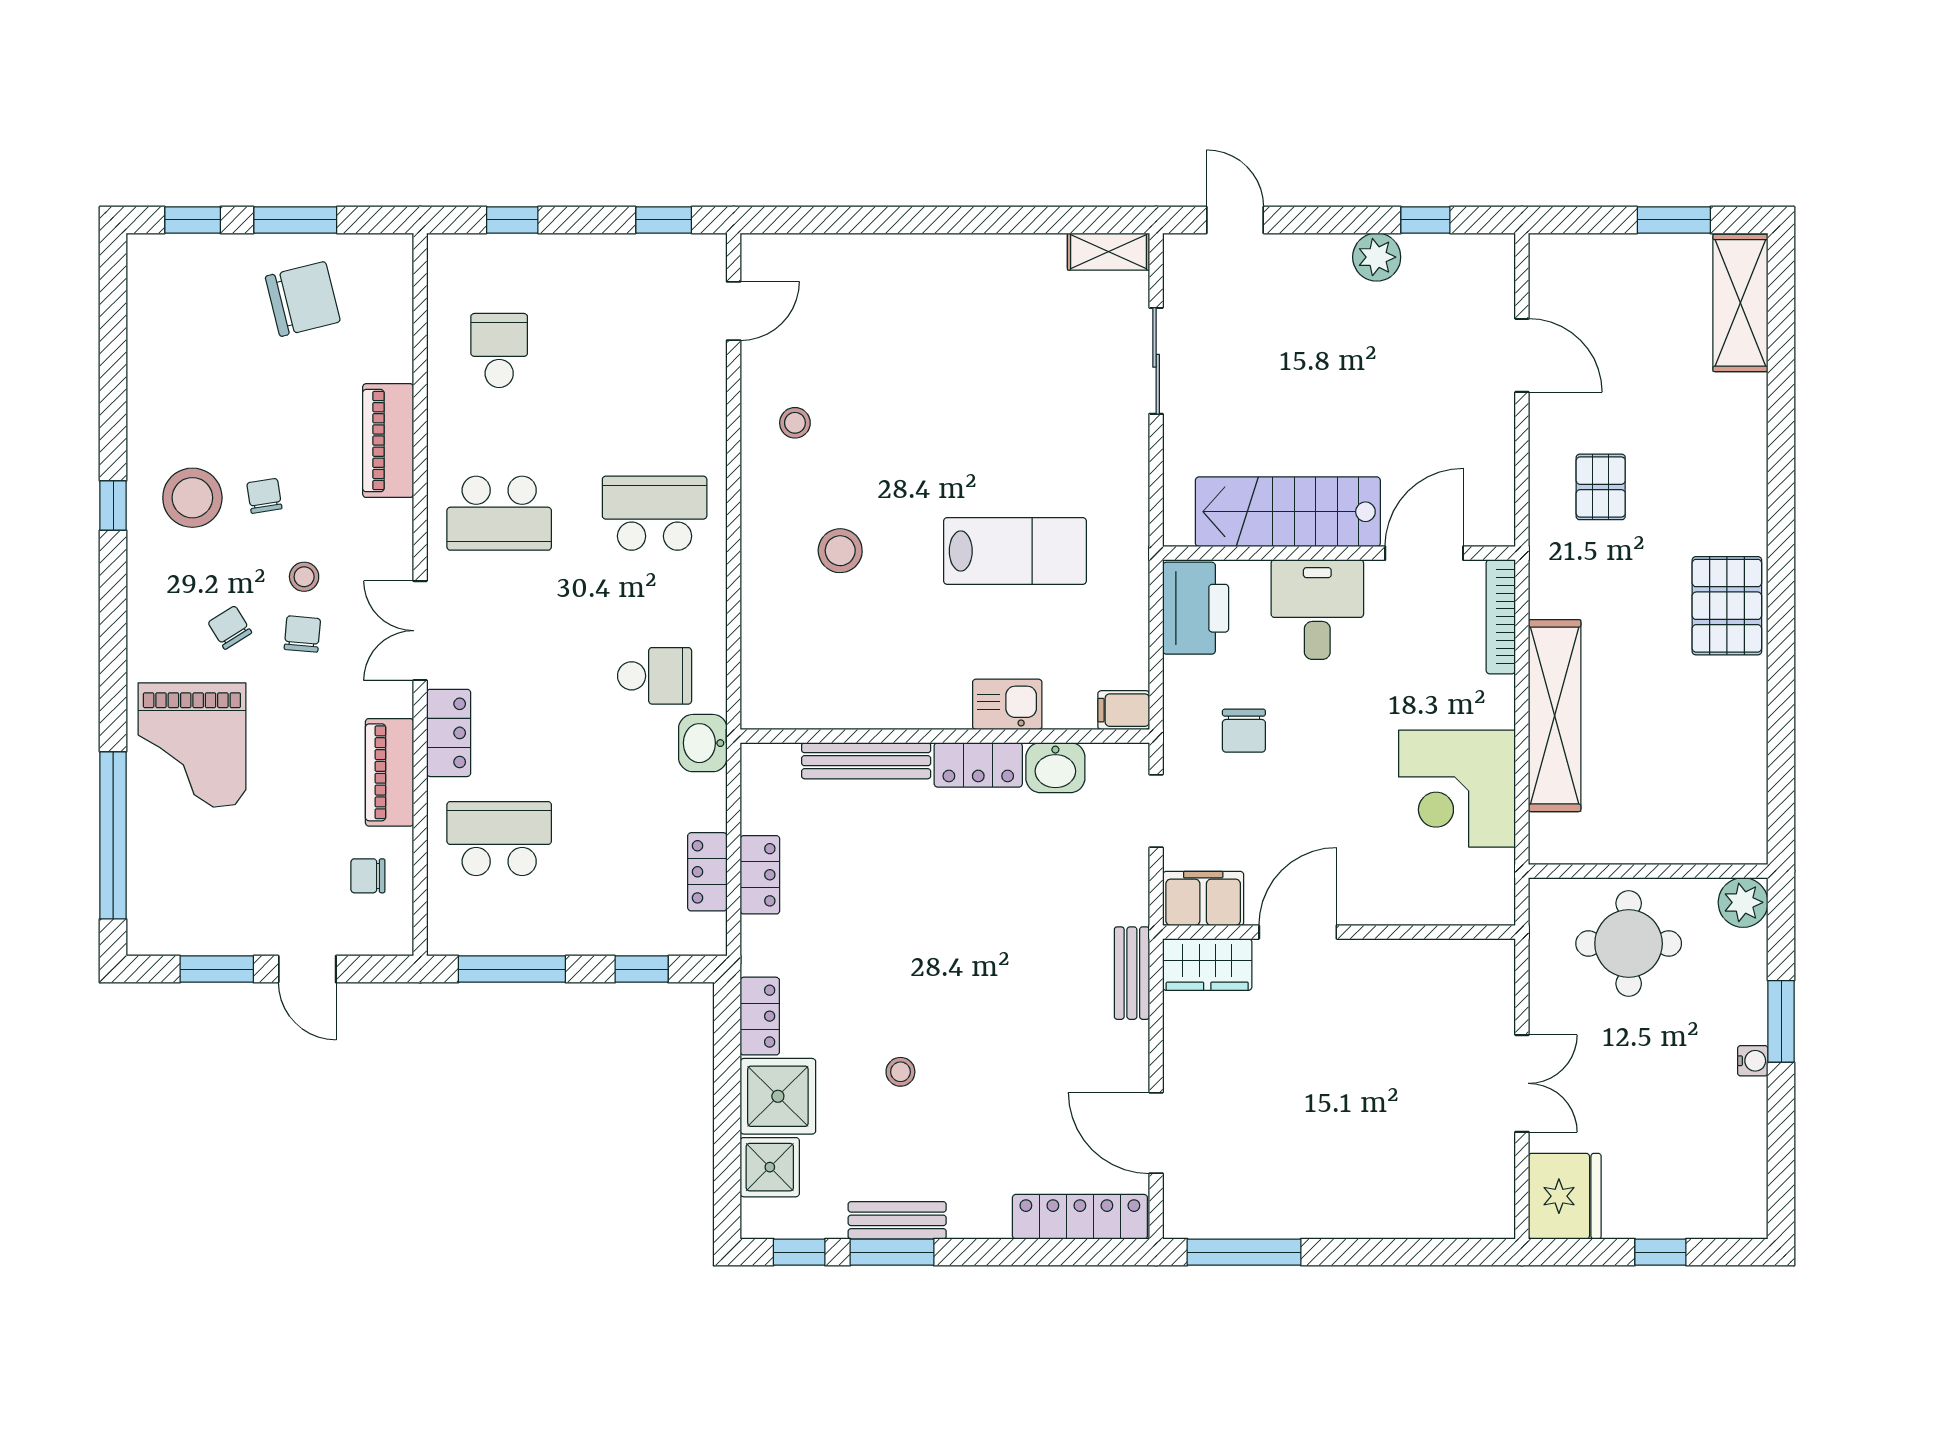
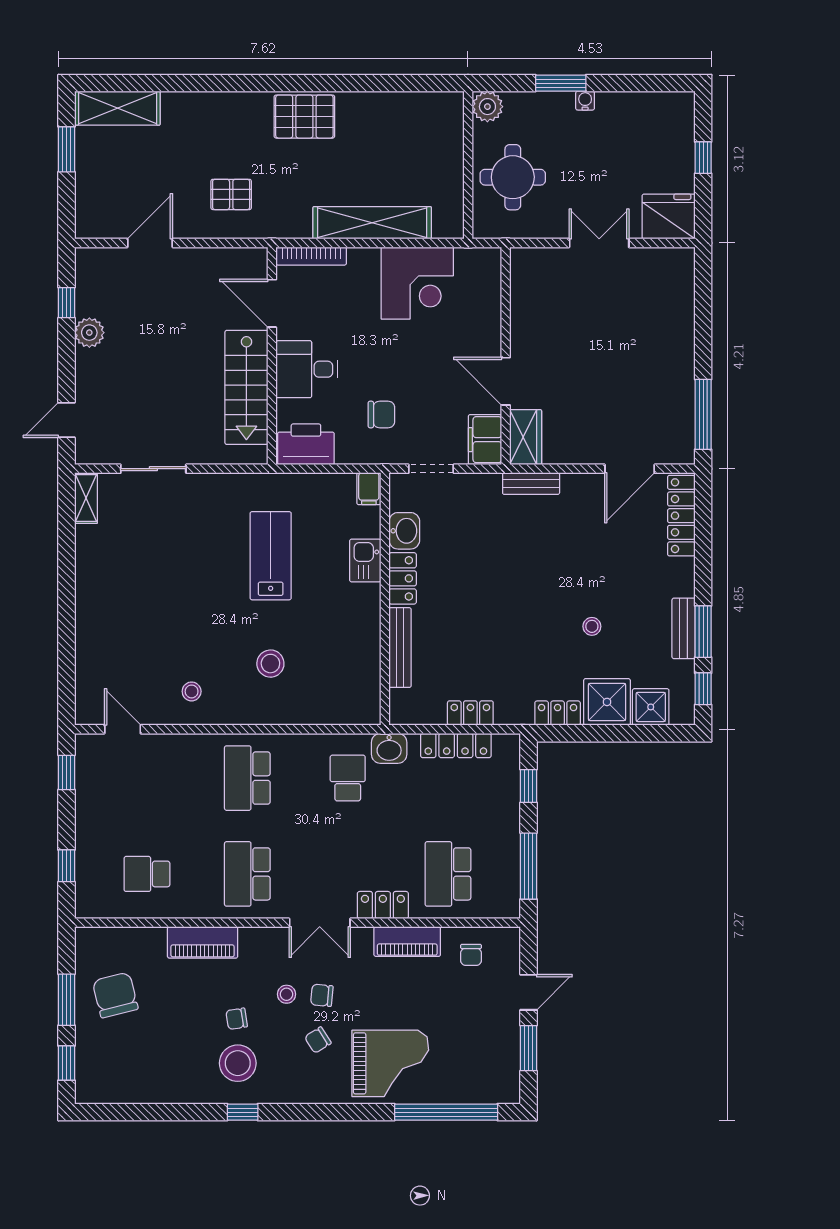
school desk: (499, 513) -> (247, 874), turned 180
locker: (707, 872) -> (456, 745), width x1.53

